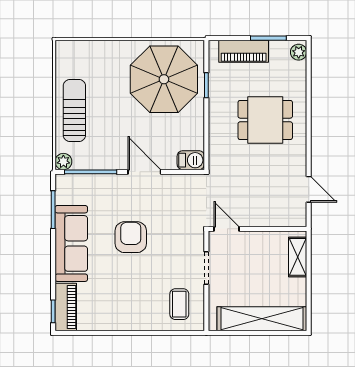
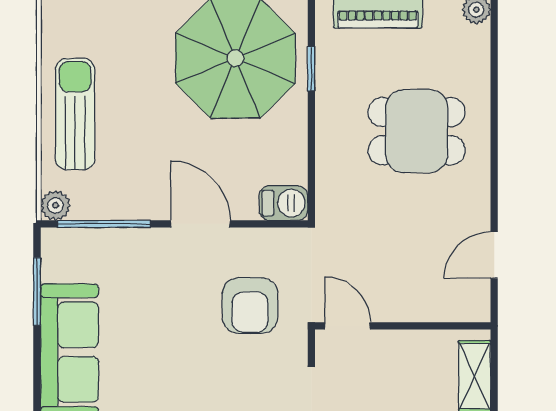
door: (309, 189) -> (494, 255), swing flipped
armchair: (131, 237) -> (250, 305), moved, turned 180

